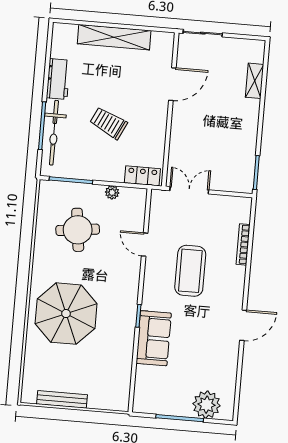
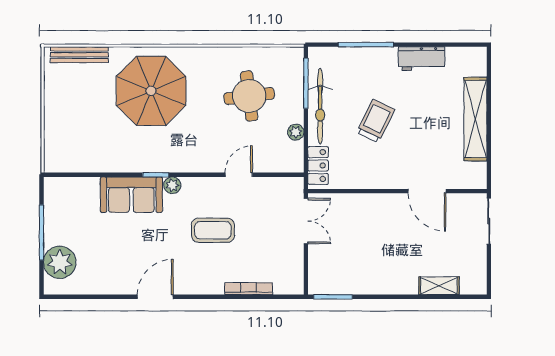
bicycle: (54, 133) -> (320, 106), moved, turned -90
coffee table: (190, 271) -> (213, 230), width x0.73, depth x0.76
plant: (149, 302) -> (172, 185), added
door: (243, 325) -> (155, 297), swing flipped
bench: (62, 399) -> (79, 55), moved, turned 90

